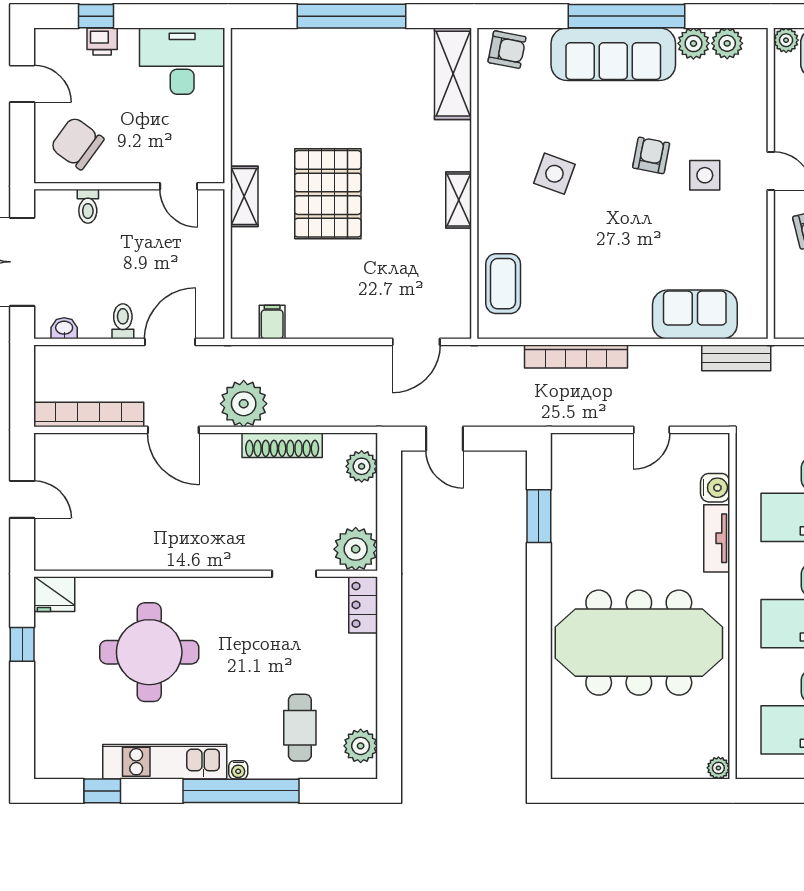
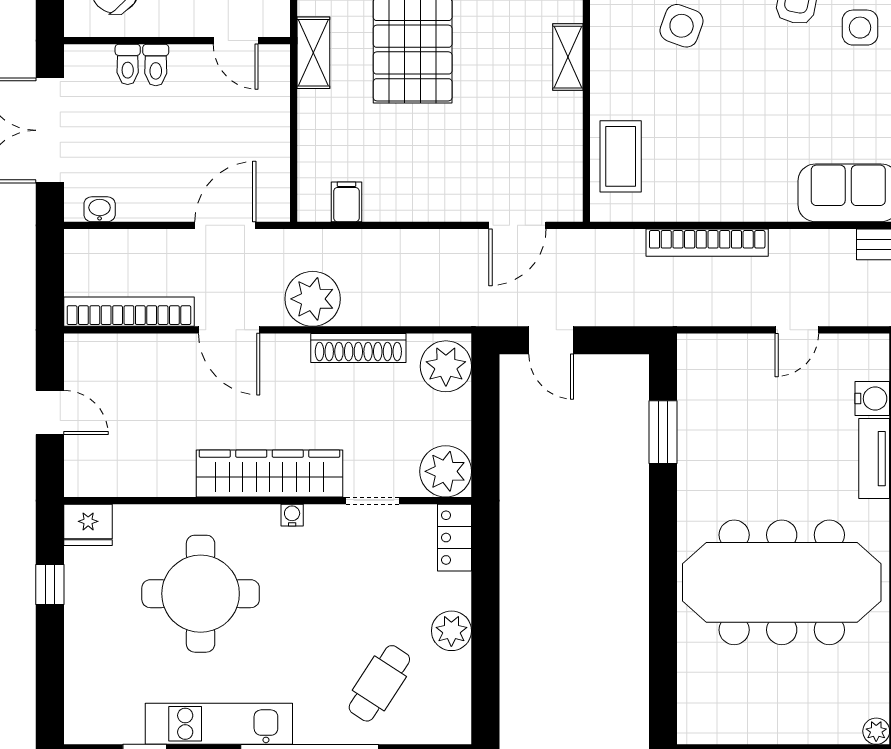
toilet: (123, 321) -> (156, 65), moved, turned 180
plant: (362, 466) -> (446, 366), width x1.36, depth x1.36
wardrobe: (207, 551) -> (270, 473), added
cafe table: (300, 728) -> (379, 683), turned 33
plant: (361, 746) -> (451, 631), moved
water cooler: (238, 770) -> (292, 515), moved, turned 180

